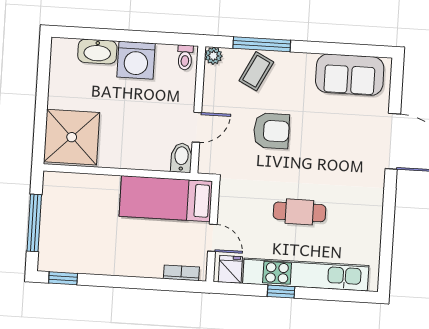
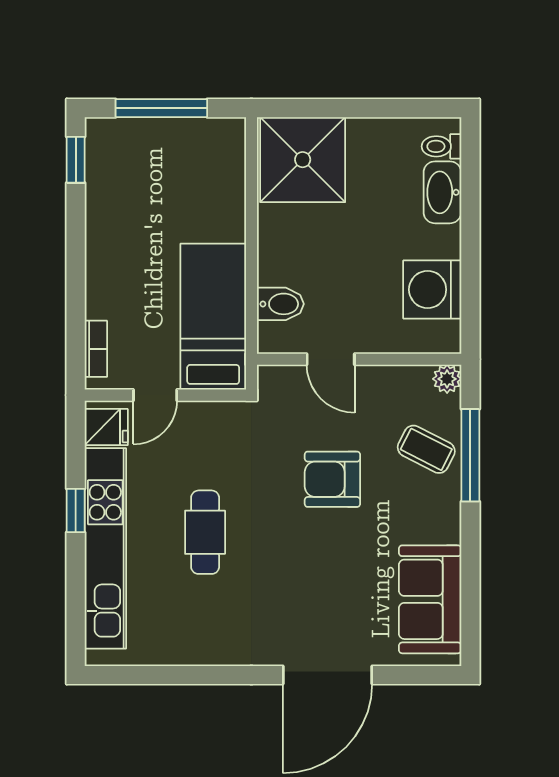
toilet: (185, 57) -> (441, 146), moved
washing machine: (136, 60) -> (432, 290), moved
armchair: (271, 131) -> (332, 479), turned 90
bidet: (181, 158) -> (280, 304), moved

